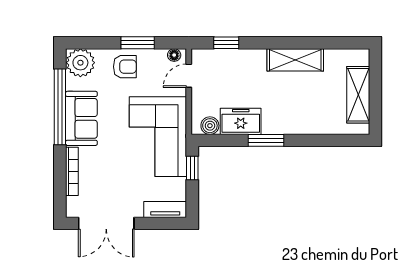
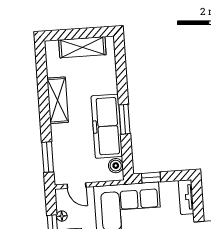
window: (226, 43) -> (48, 157), width x1.50
floor lamp: (174, 55) -> (62, 216), moved
freezer: (241, 121) -> (107, 126), width x1.91, depth x1.26

